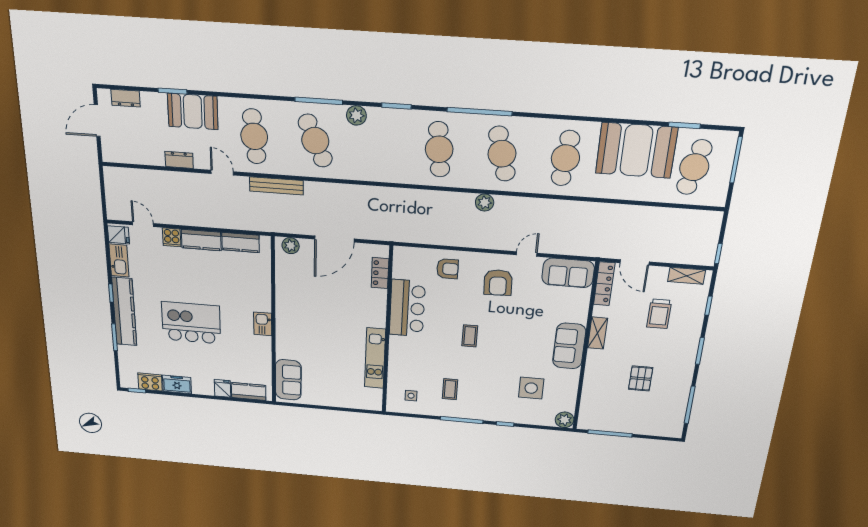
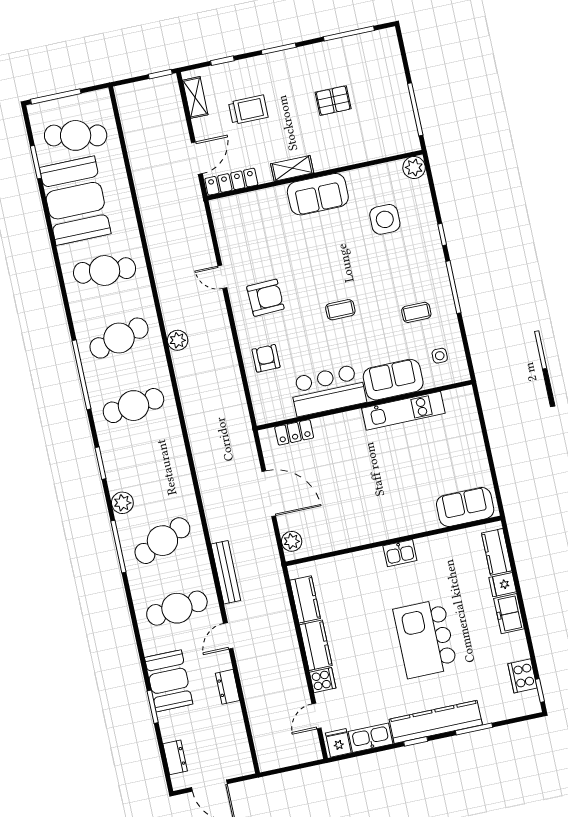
sofa: (568, 273) -> (393, 380), moved, turned -90
freezer: (177, 384) -> (509, 614), moved

